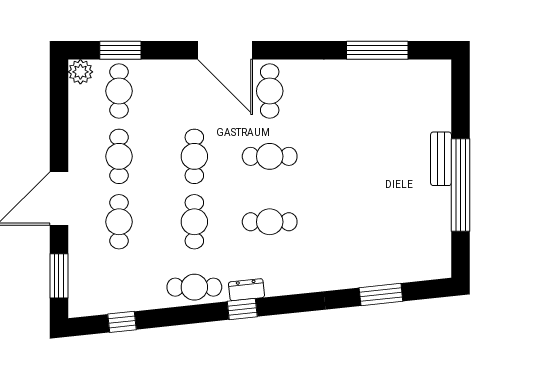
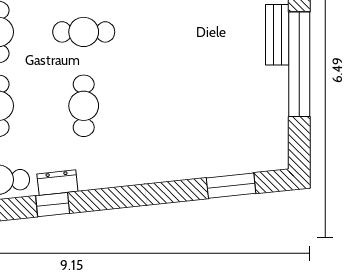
cafe table: (270, 222) -> (84, 106), turned 90
window: (381, 294) -> (231, 186), moved

